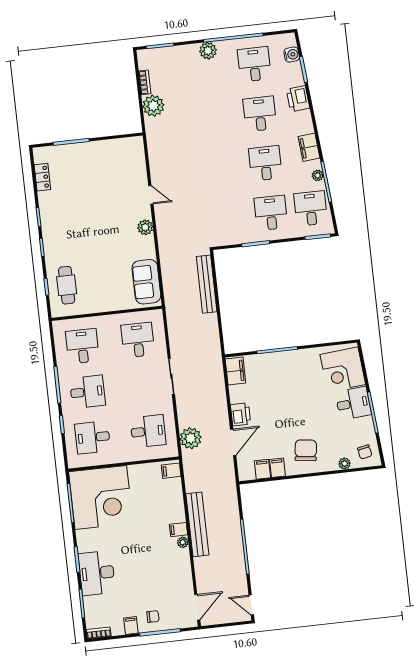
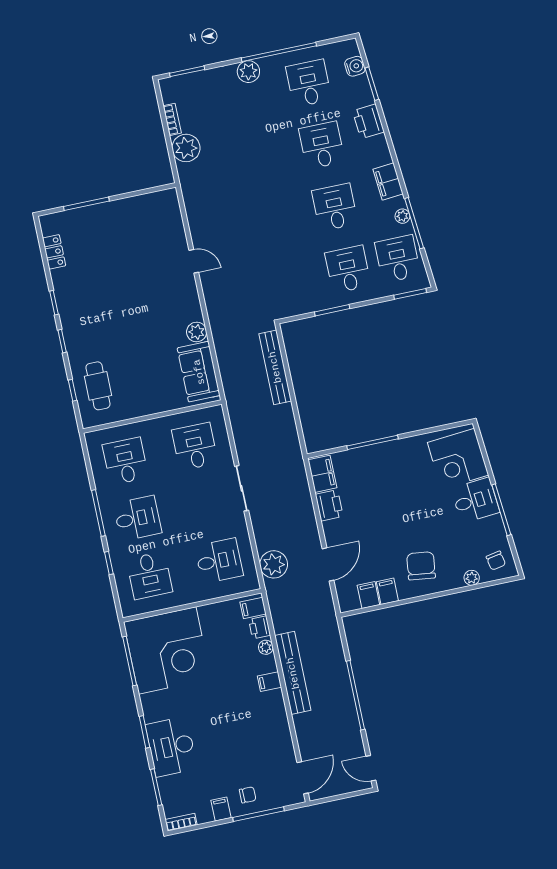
plant: (145, 227) -> (197, 332), moved
printer: (241, 414) -> (329, 505), moved
desk: (93, 437) -> (149, 575), turned -90
printer: (175, 486) -> (260, 627), added
plant: (183, 542) -> (266, 647), moved

